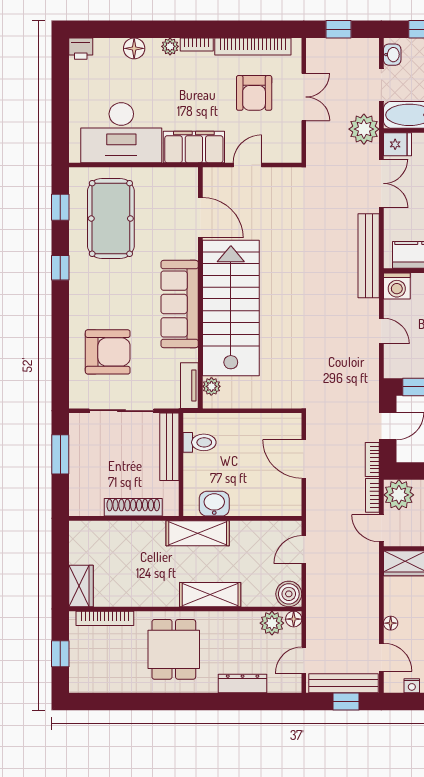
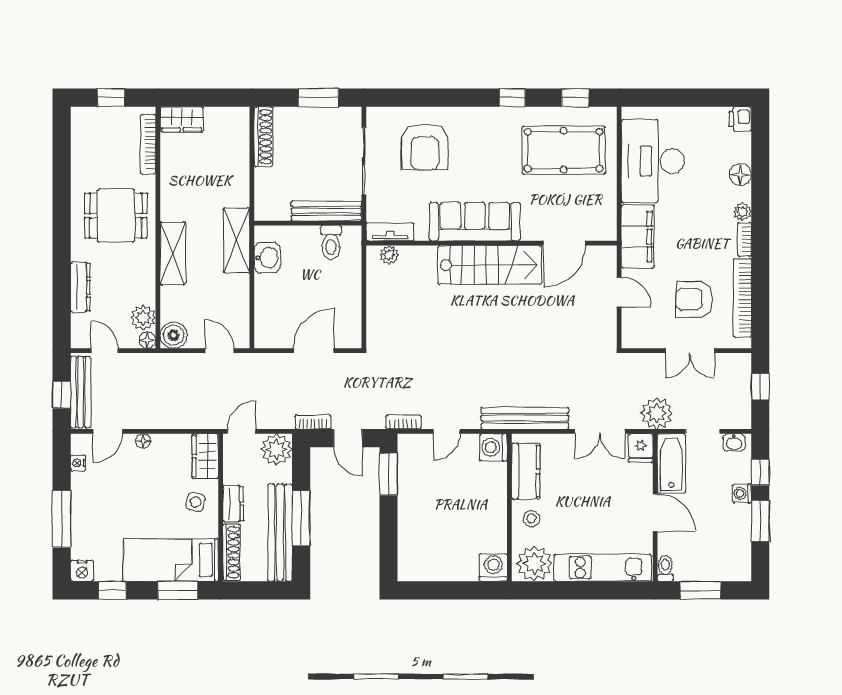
stairs: (231, 308) -> (489, 265), width x0.73, depth x0.66
bookcase: (372, 495) -> (403, 422), moved
shoe rack: (133, 507) -> (263, 137), moved

